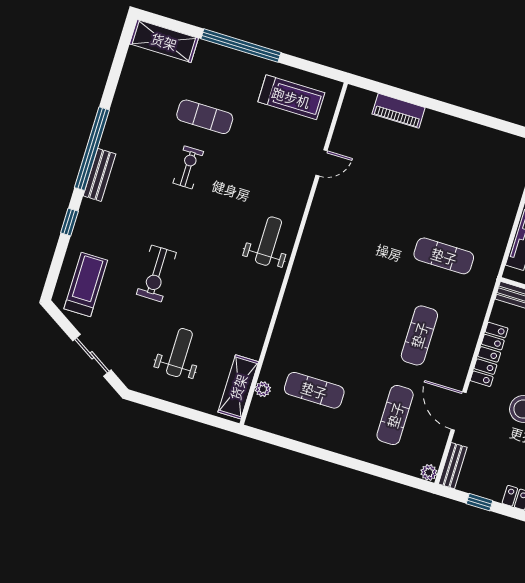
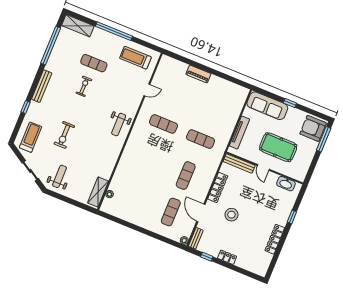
treadmill: (291, 97) -> (135, 58), turned 180
piano: (399, 111) -> (198, 74), moved
window: (92, 149) -> (51, 46), moved
bench: (99, 175) -> (42, 86), width x1.36
weight bench: (269, 241) -> (119, 125), turned 180
weight bench: (179, 353) -> (60, 176), moved
exercise mat: (314, 390) -> (163, 124), moved

